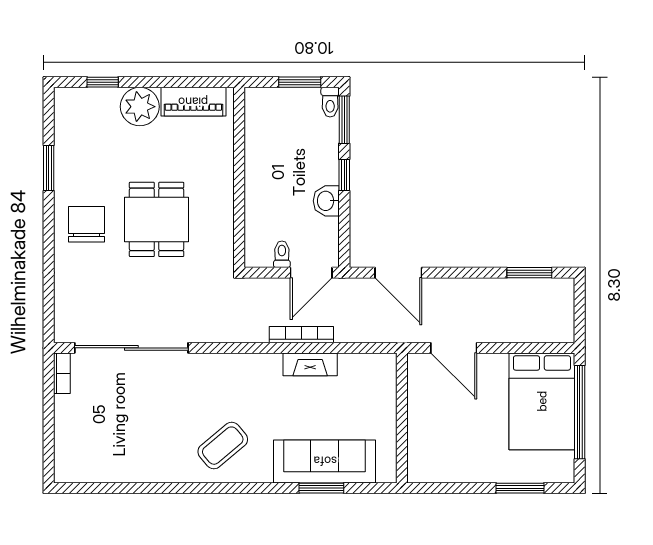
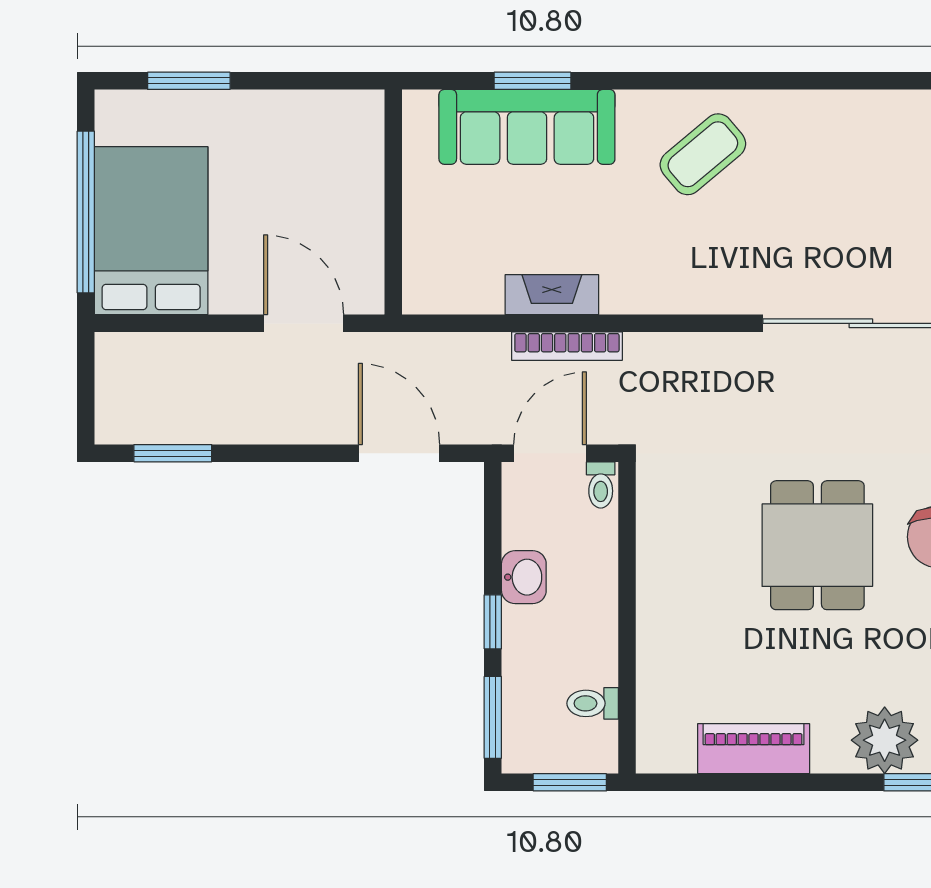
toilet: (330, 102) -> (593, 703), moved, turned -90
plant: (140, 107) -> (885, 740), moved
wall: (239, 177) -> (627, 618), moved

